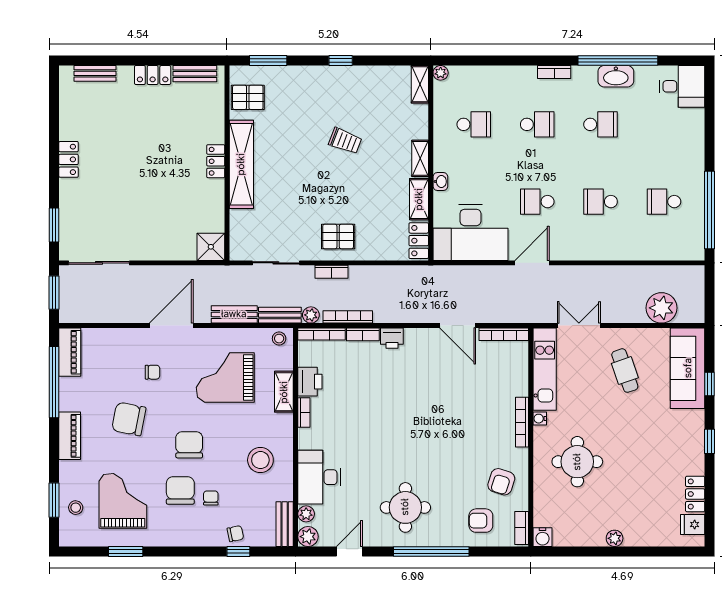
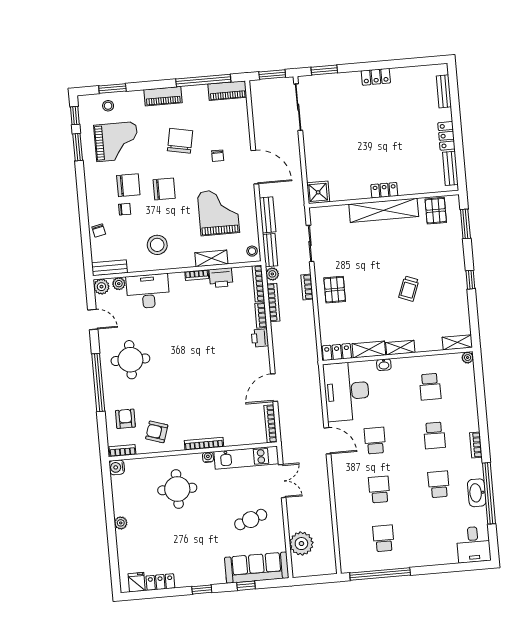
school desk: (601, 124) -> (439, 484), turned 180
window: (238, 551) -> (75, 116), moved

